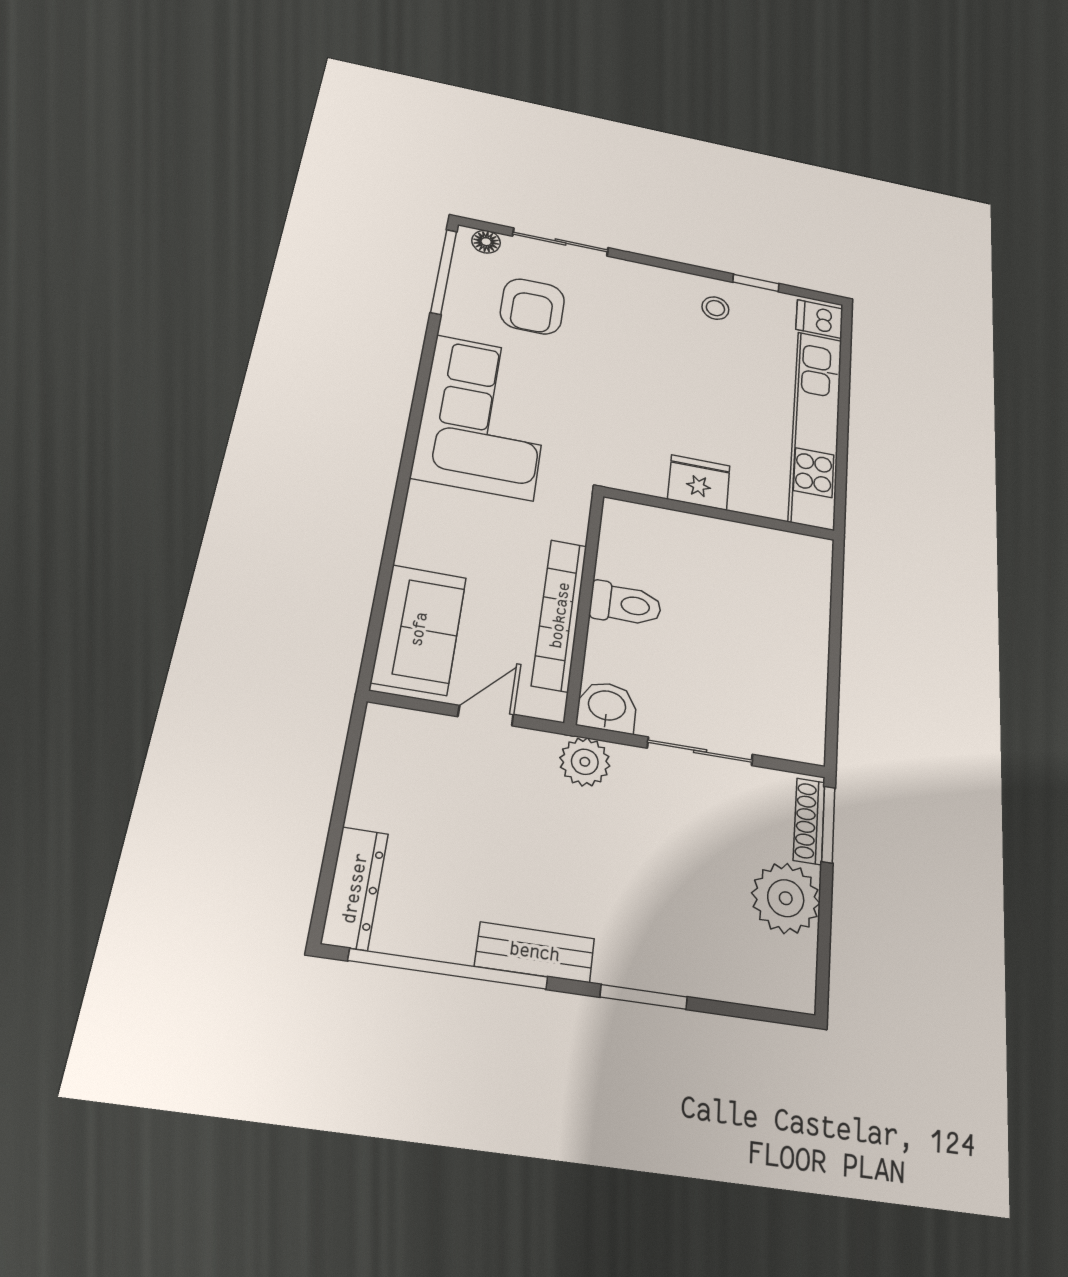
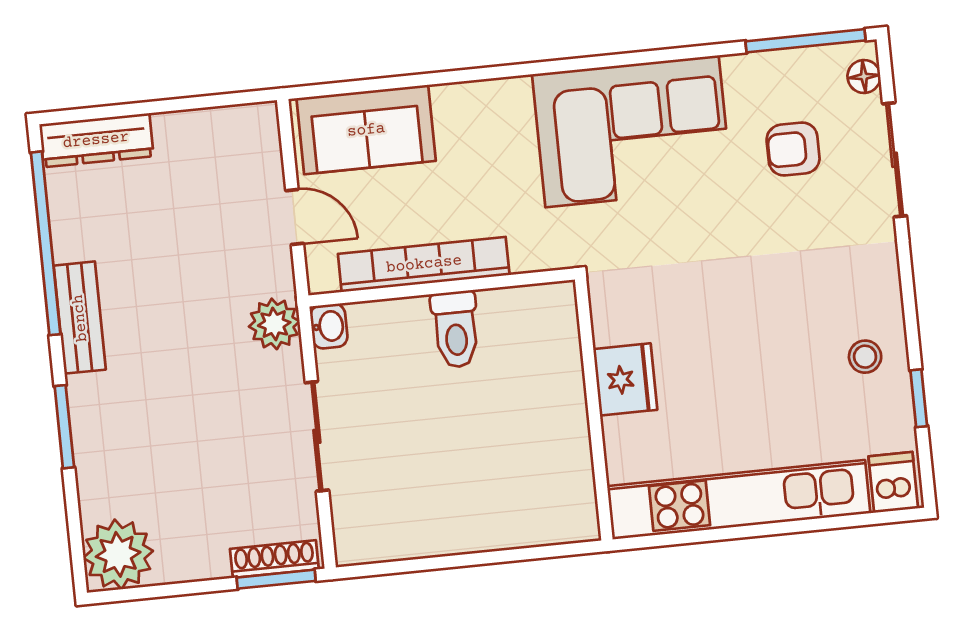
armchair: (532, 306) -> (793, 149), width x0.72, depth x0.72
washbasin: (607, 707) -> (329, 326), width x0.72, depth x0.69
plant: (786, 898) -> (118, 554), moved

